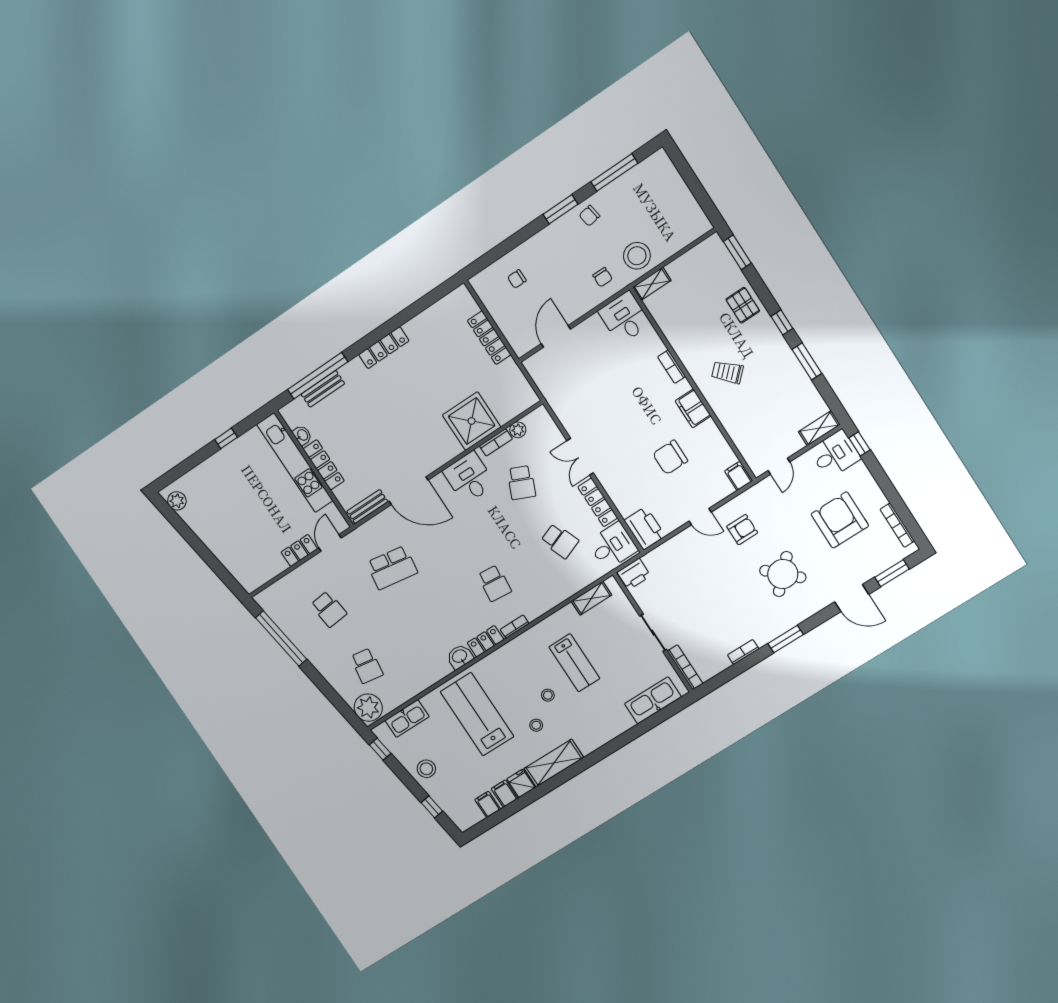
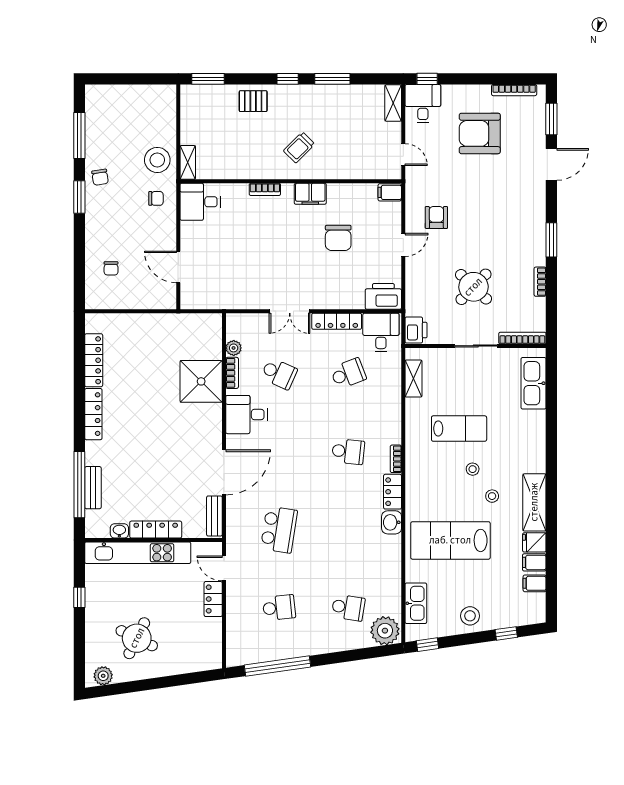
locker: (489, 338) -> (94, 360), moved, turned -90
round table: (225, 508) -> (137, 638), added
round table: (783, 574) -> (473, 287), moved

